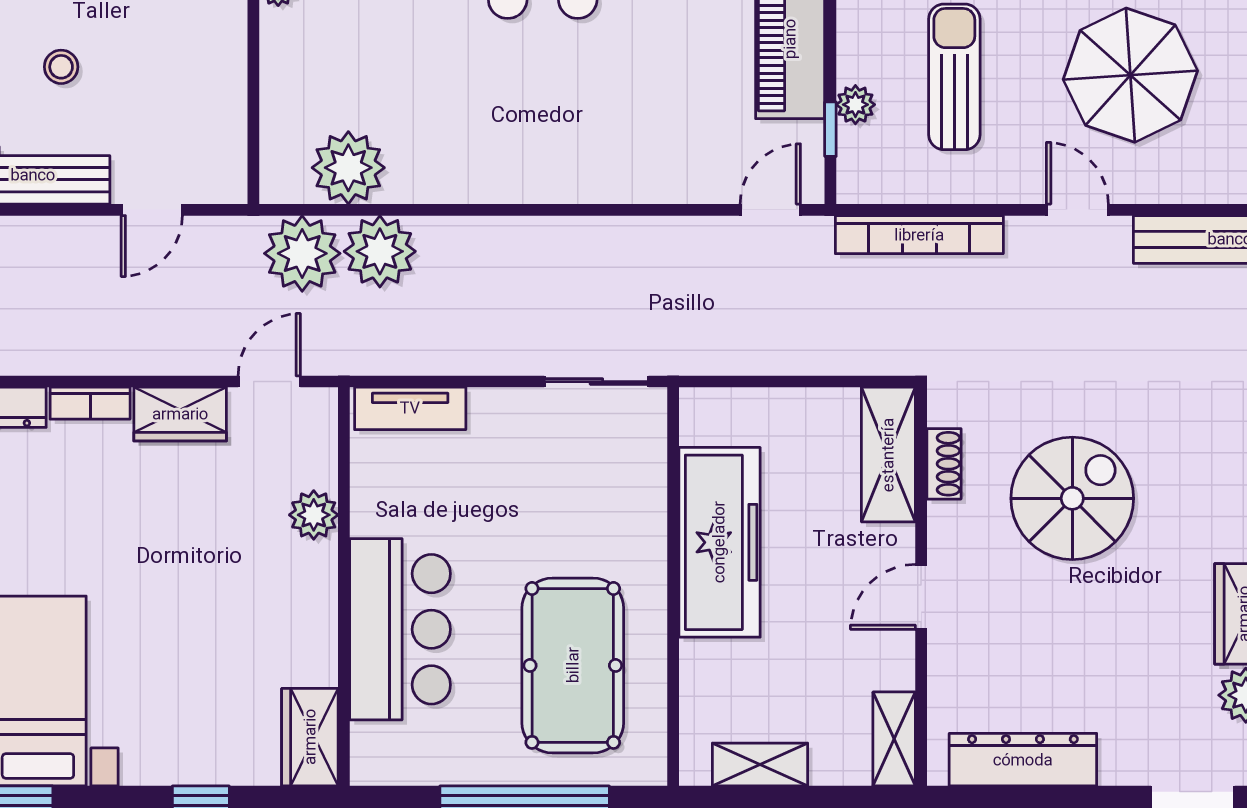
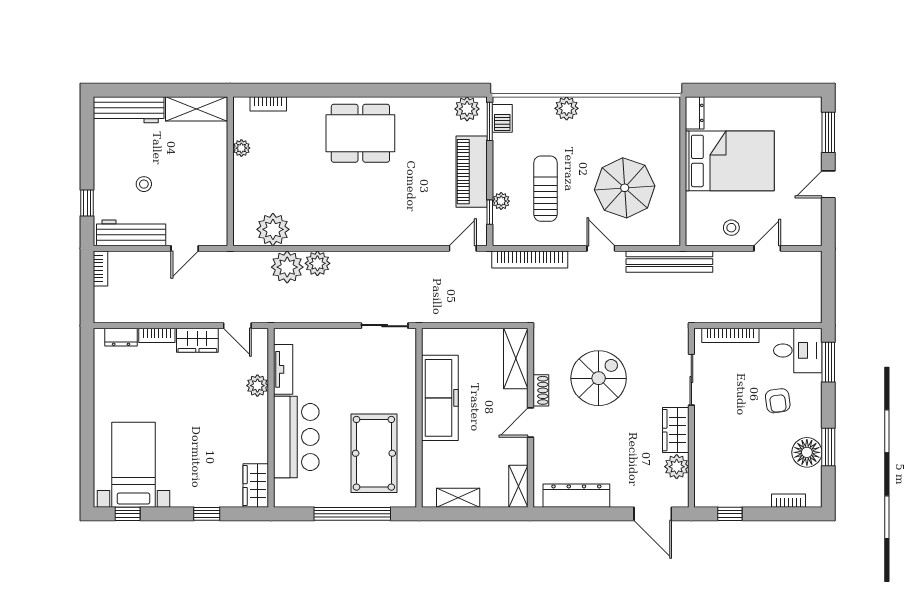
plant: (302, 253) -> (317, 263), moved, width x0.73, depth x0.73
door: (269, 382) -> (237, 326), swing flipped
tv unit: (410, 408) -> (283, 369), moved, turned -90
shoe rack: (944, 464) -> (541, 390), moved

